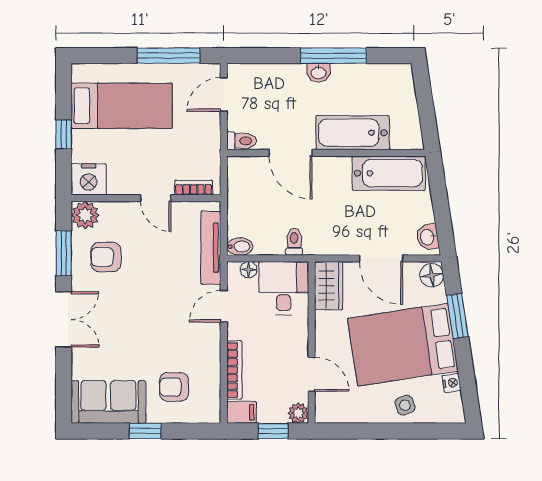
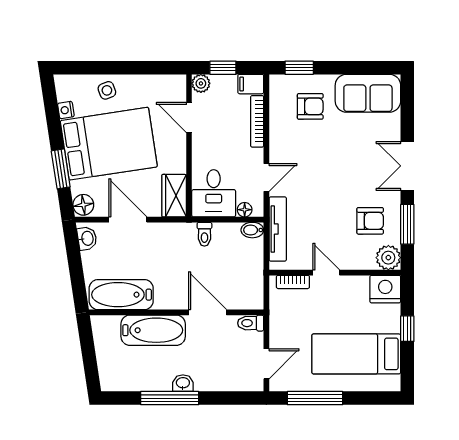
window: (145, 431) -> (299, 68), moved

